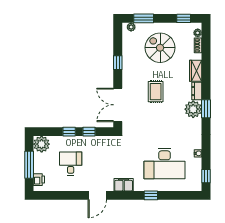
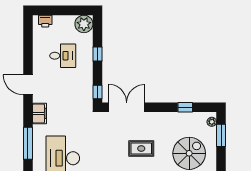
window: (118, 63) -> (185, 107), moved
window: (89, 132) -> (97, 92), moved
window: (29, 165) -> (61, 10), removed
window: (151, 195) -> (28, 143), width x2.17

